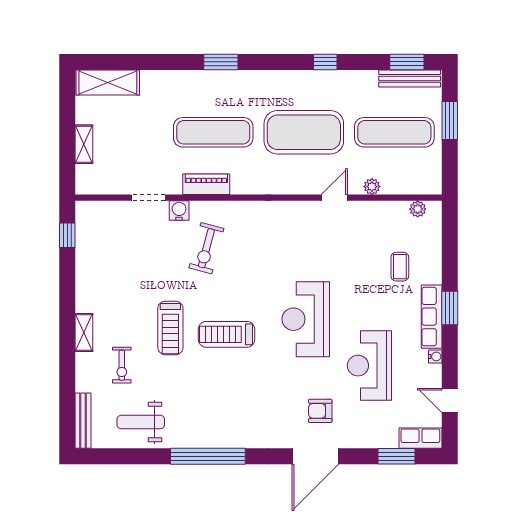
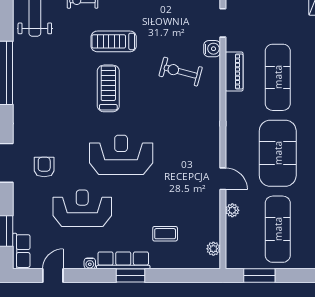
window: (450, 120) -> (259, 276), moved

